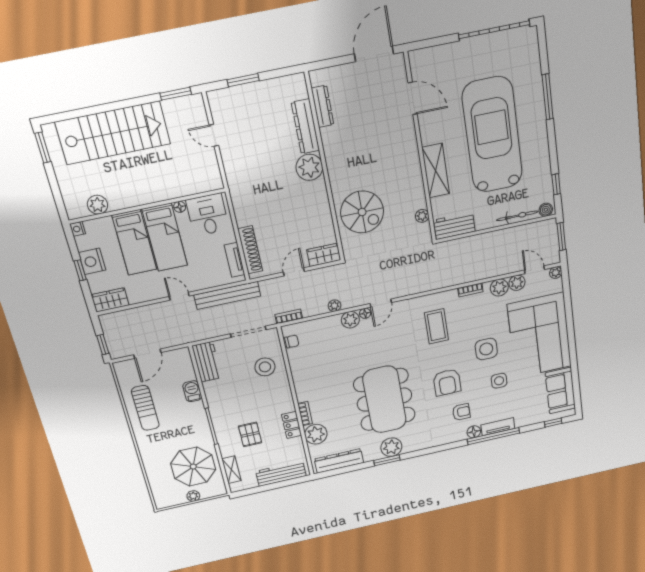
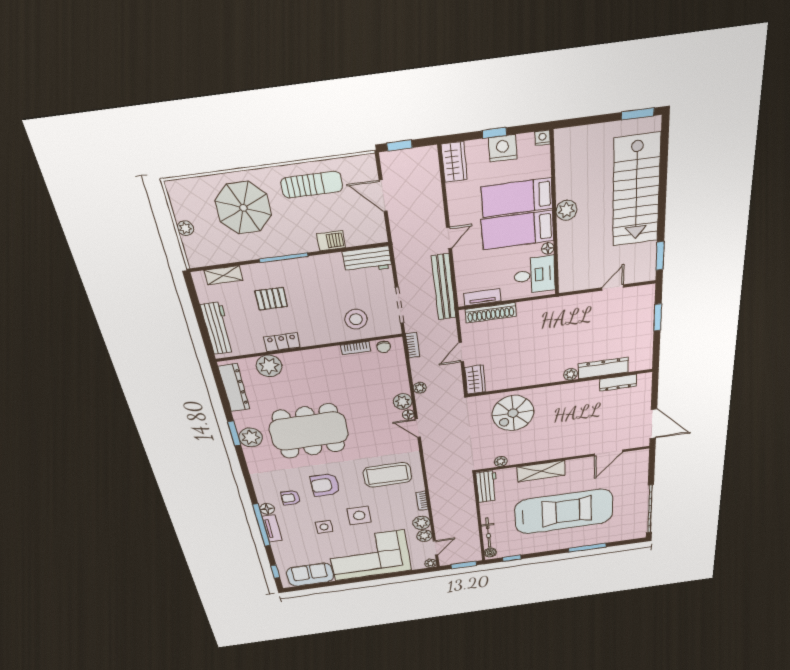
plant: (309, 167) -> (571, 374), width x0.53, depth x0.53
plant: (97, 205) -> (567, 210), moved
door: (294, 272) -> (461, 352), swing flipped
coffee table: (436, 326) -> (387, 475), width x1.36, depth x1.32
sun lounger: (145, 408) -> (312, 185), turned 180
armchair: (461, 412) -> (291, 498), turned 90
bookcase: (305, 414) -> (355, 348), moved
parasol: (193, 467) -> (243, 208), moved

